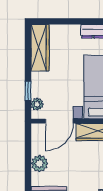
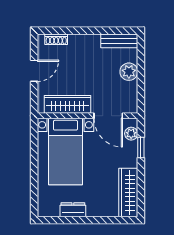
door: (59, 121) -> (108, 116), swing flipped

